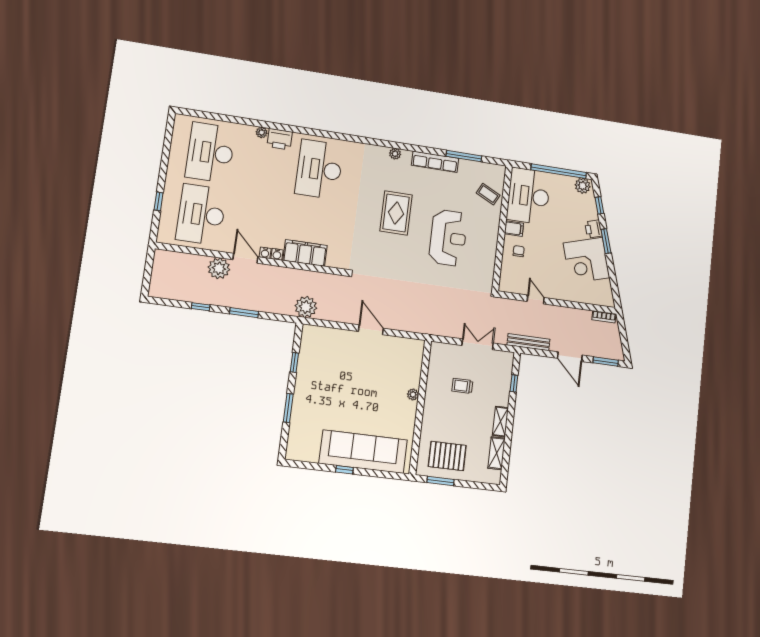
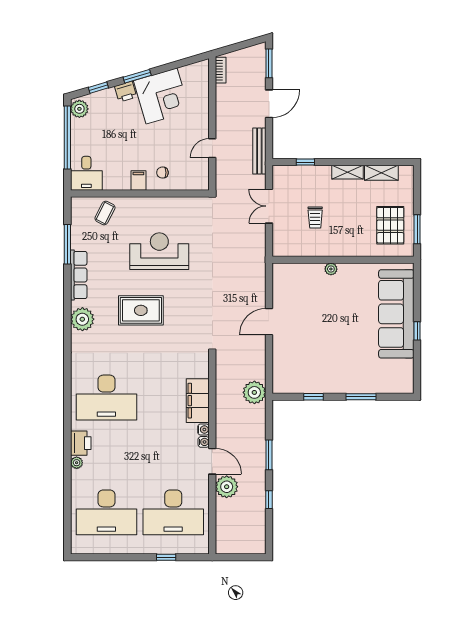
plant: (395, 154) -> (82, 319), width x1.88, depth x1.88
desk: (529, 196) -> (86, 173), width x0.53, depth x0.77
door: (245, 258) -> (212, 461), swing flipped

